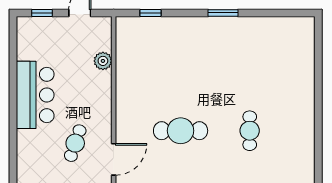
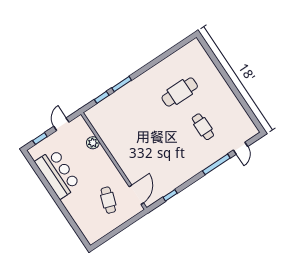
window: (223, 13) -> (122, 84), moved
bar counter: (35, 95) -> (58, 174), moved
cafe table: (181, 131) -> (180, 92), moved

